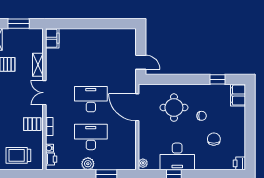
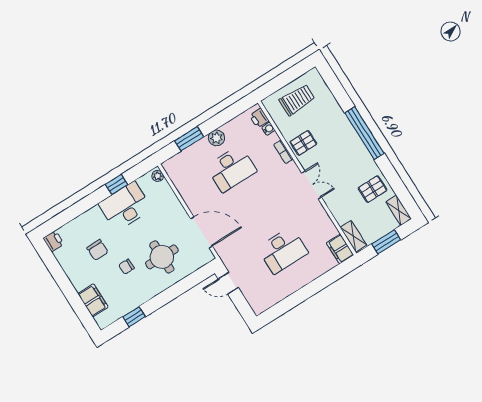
shelving: (38, 65) -> (353, 236), moved
filing cabinet: (238, 95) -> (93, 300), moved
desk: (91, 99) -> (283, 250), moved

